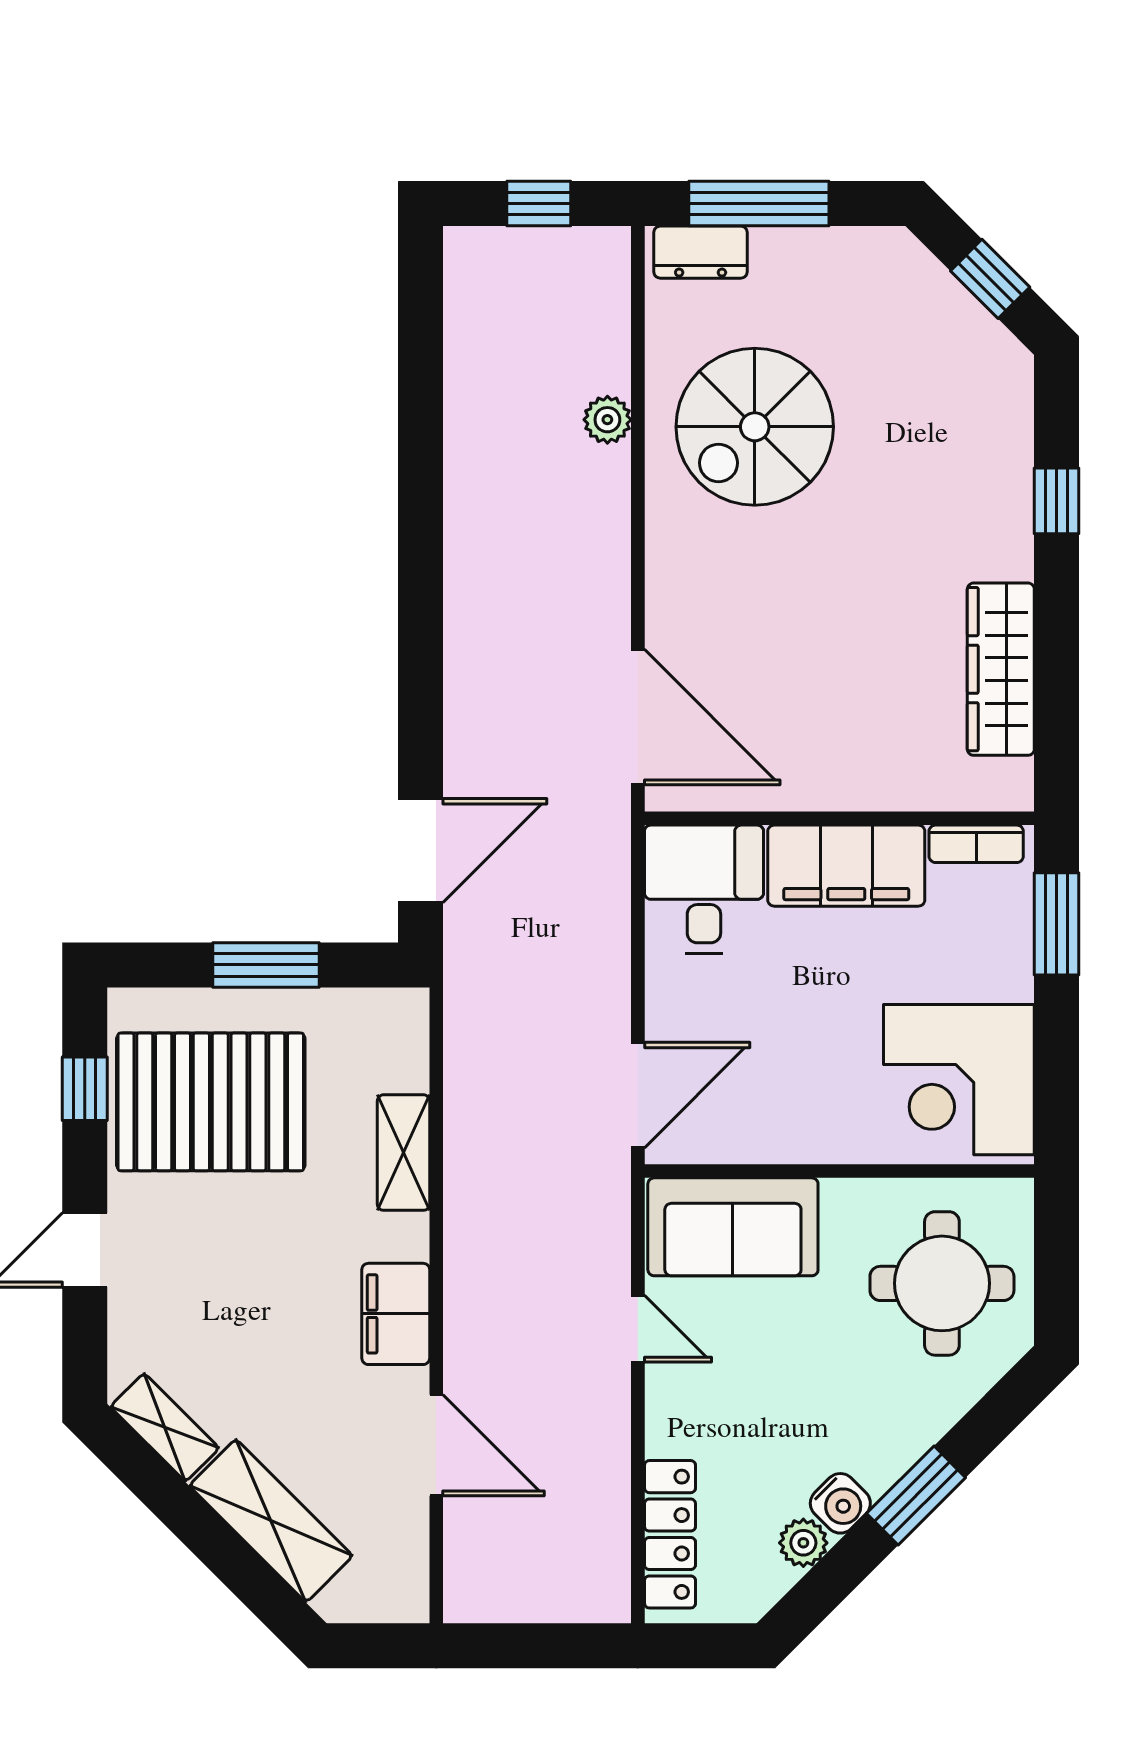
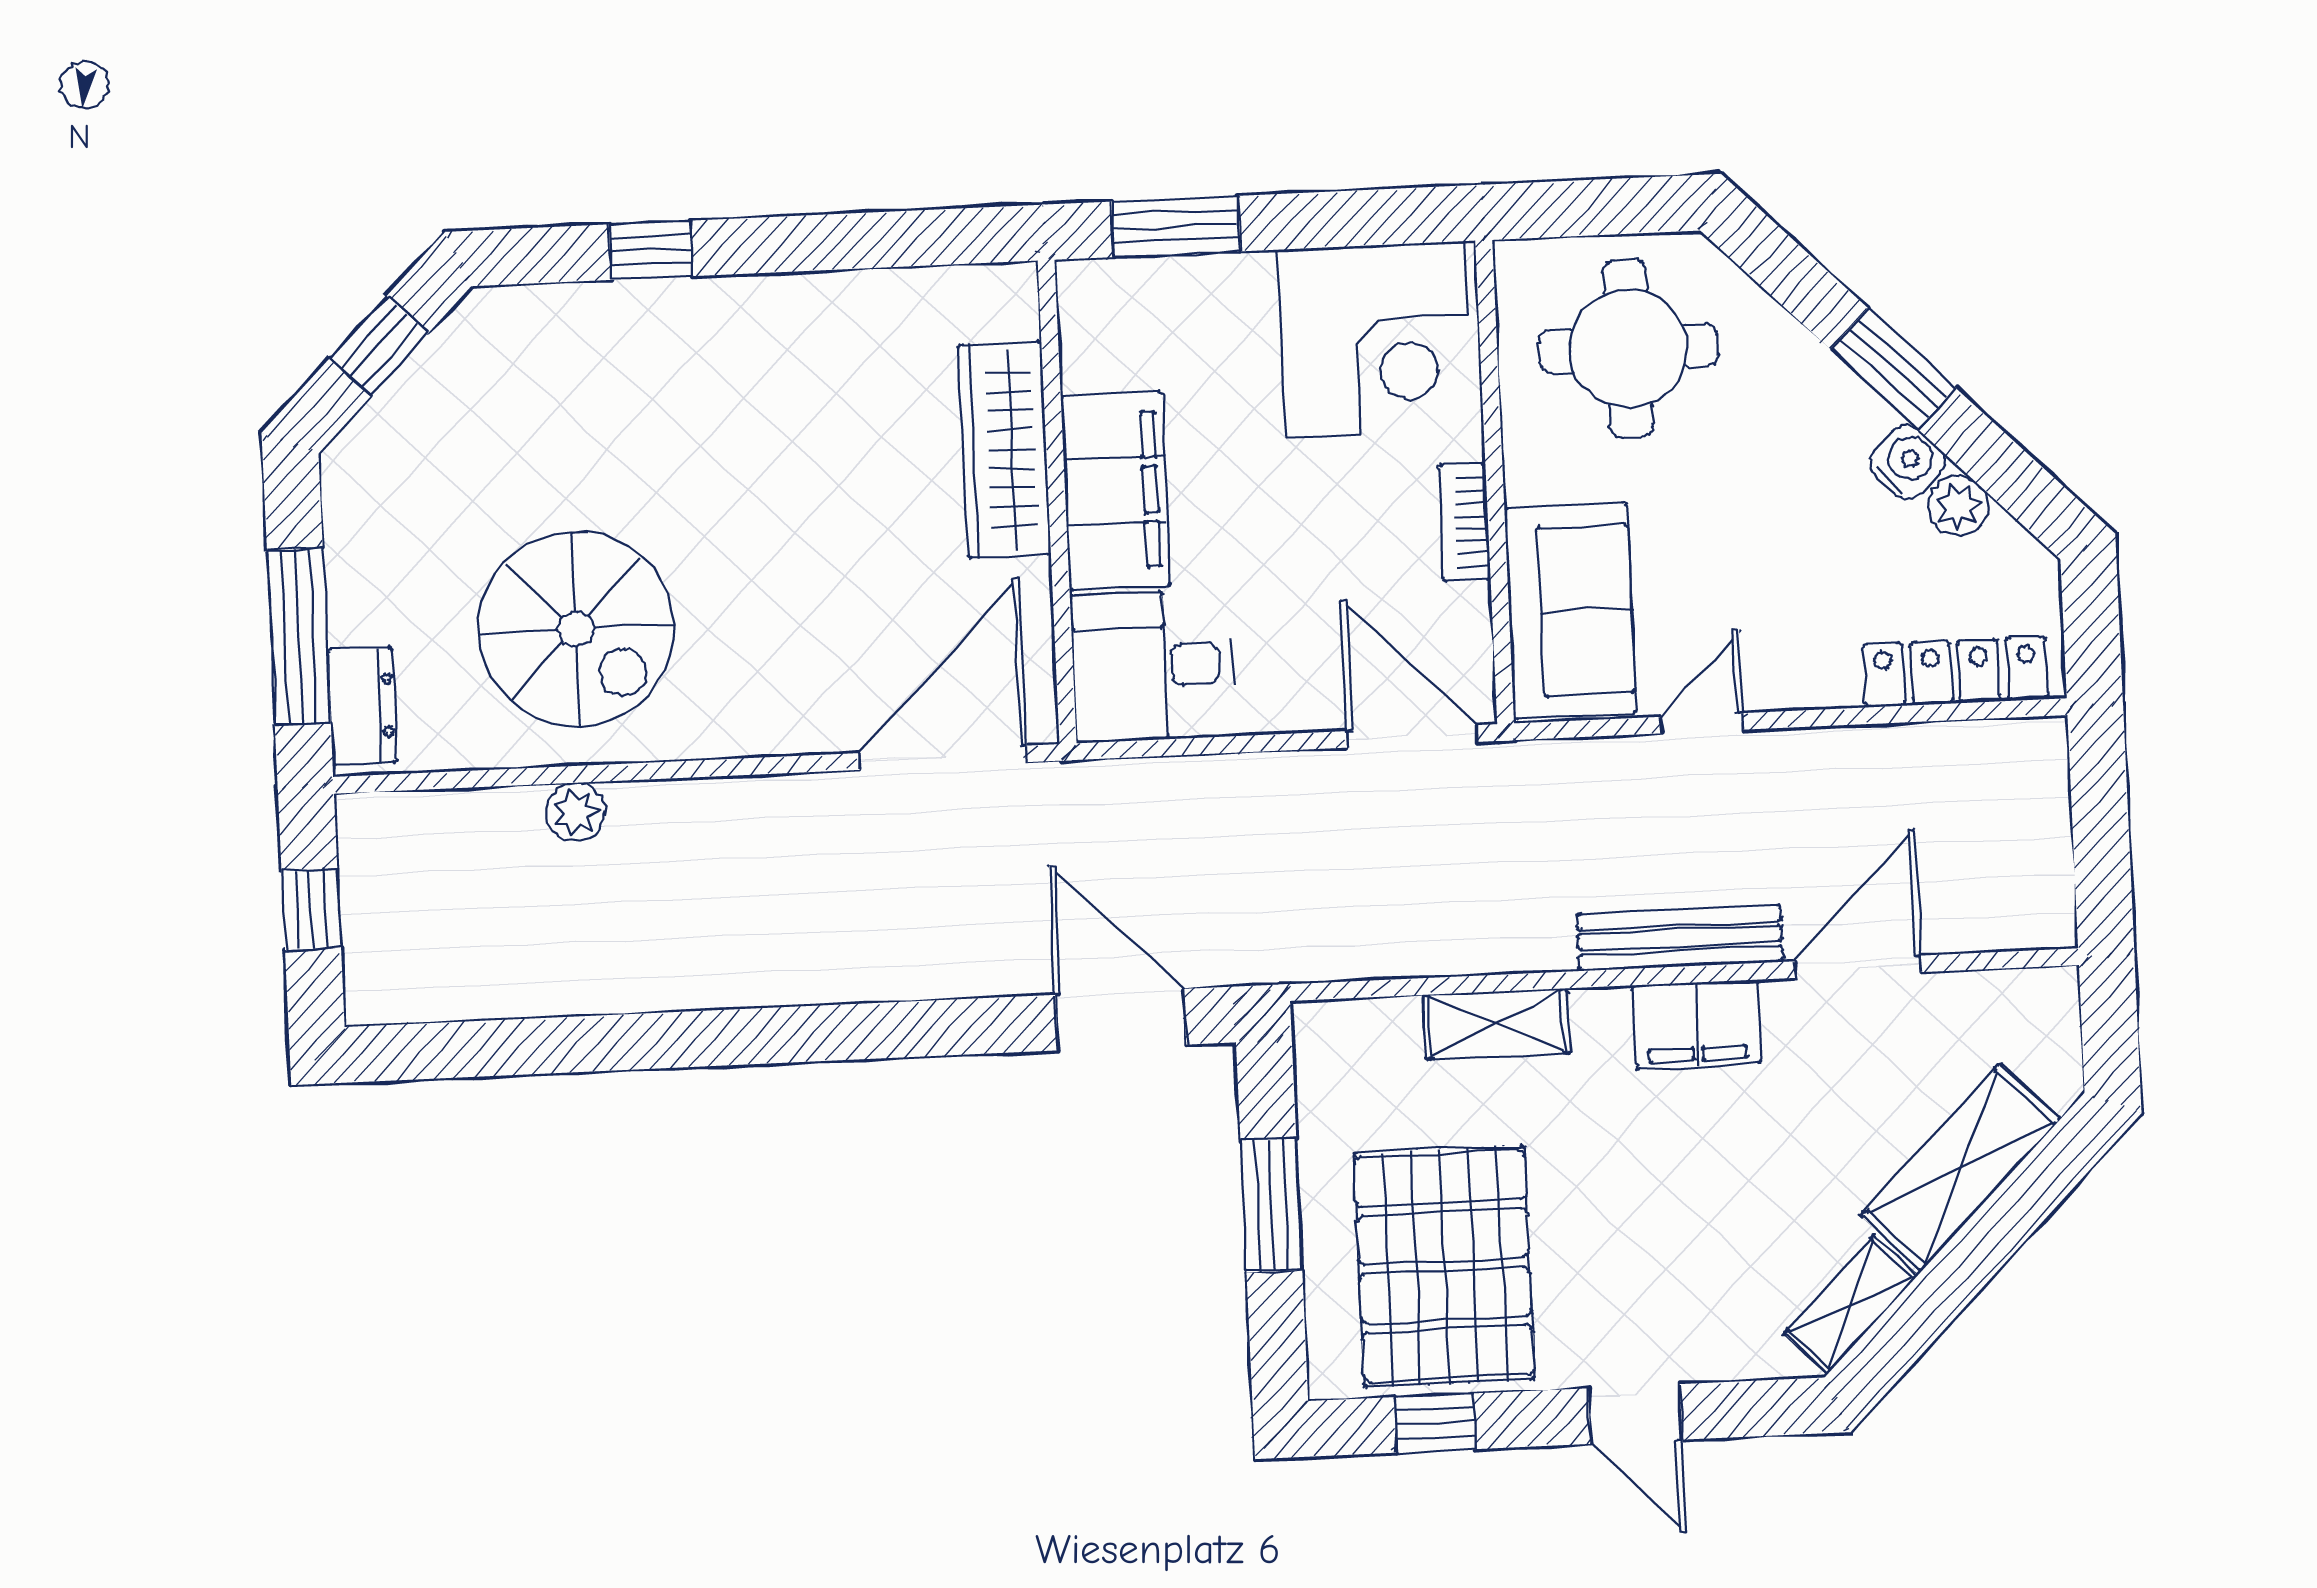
wardrobe: (1001, 669) -> (1005, 450), moved, turned 90
bookcase: (976, 844) -> (1465, 522), moved, turned 180
bench: (466, 1303) -> (1680, 938), added

